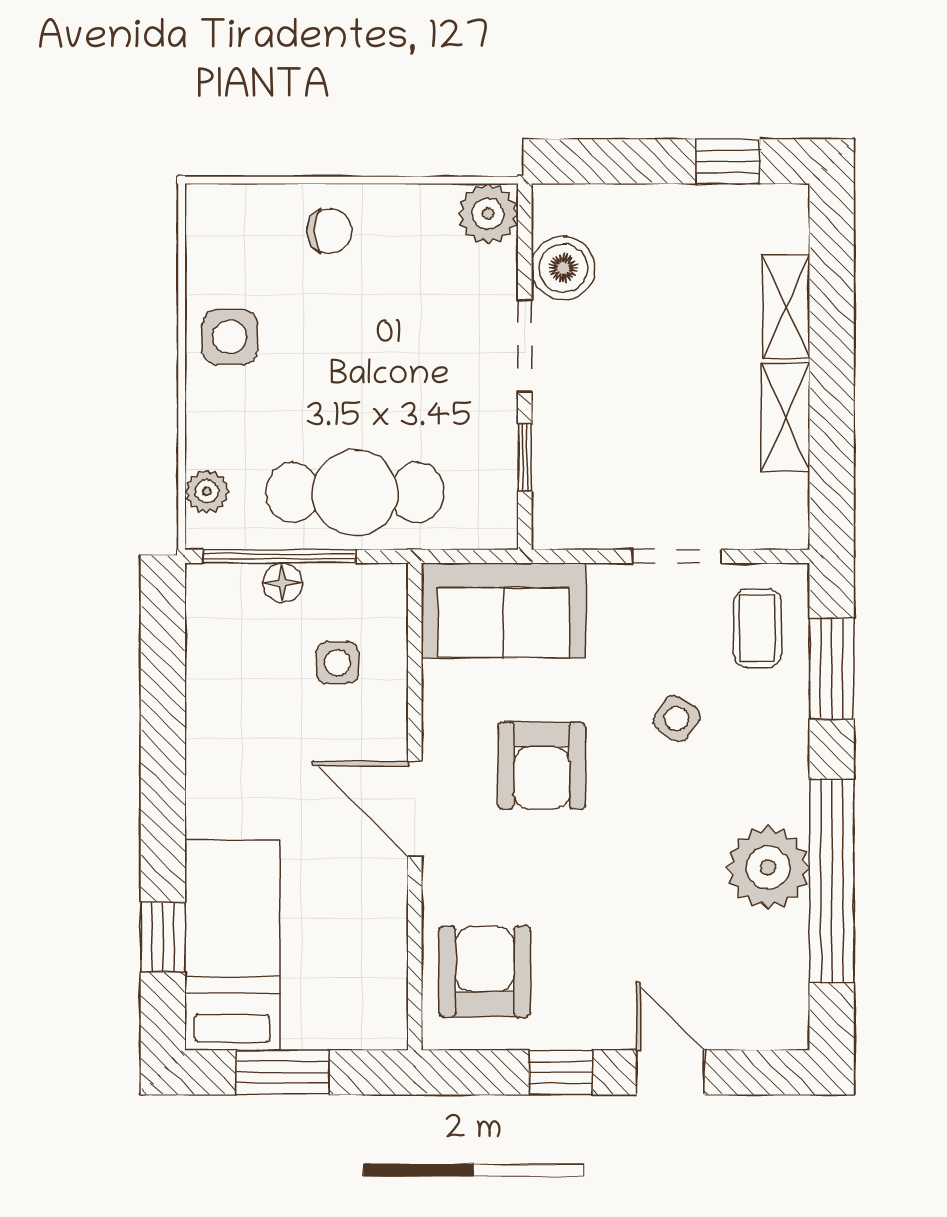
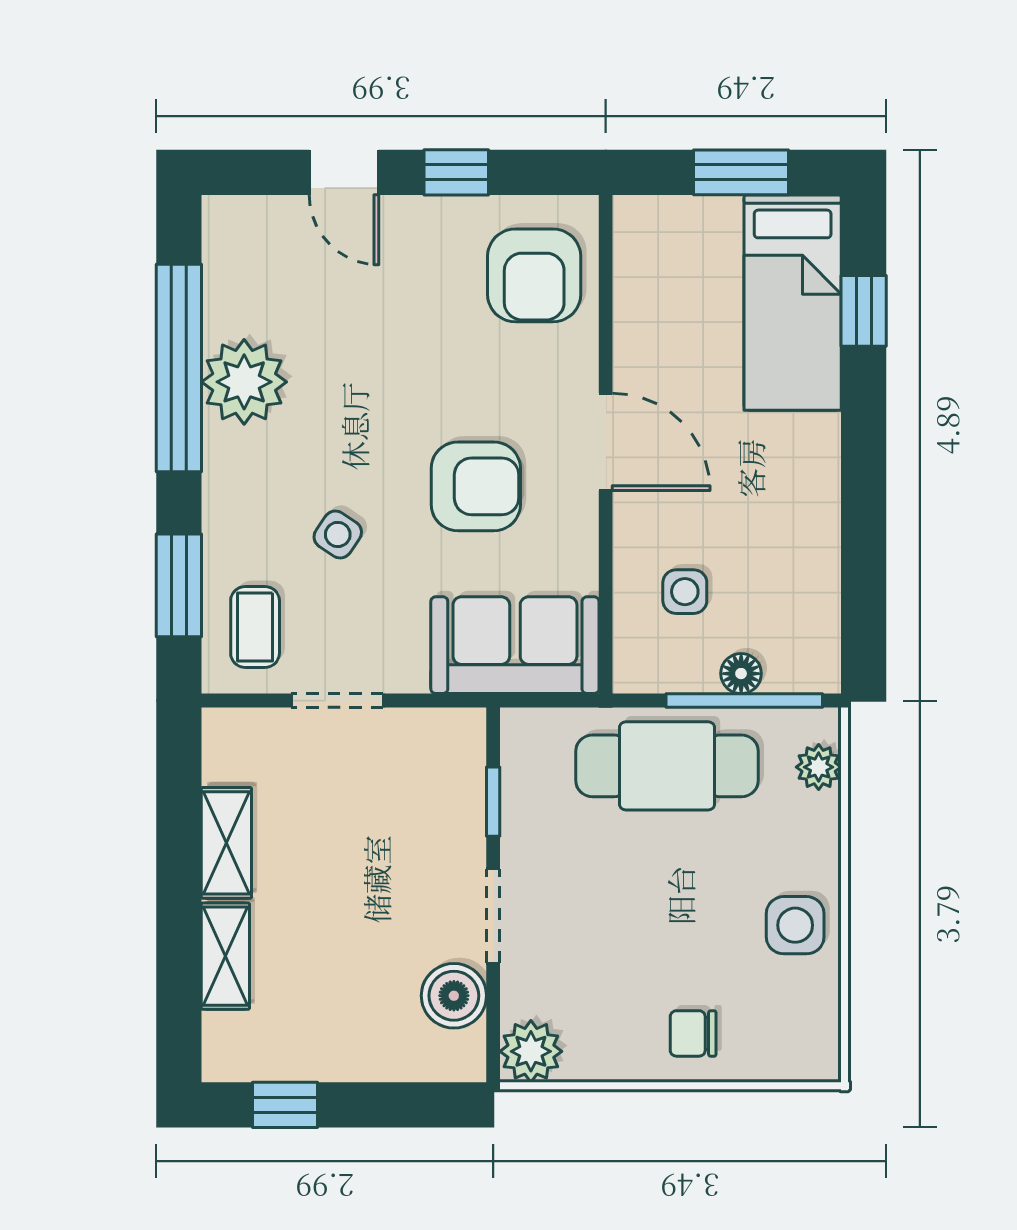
armchair: (542, 766) -> (476, 486), turned 90

